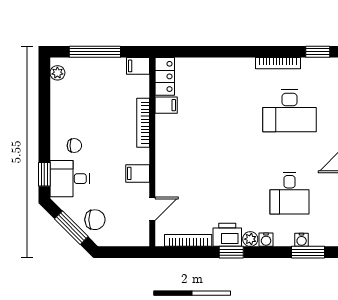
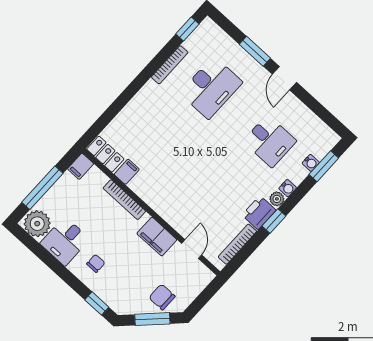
plant: (57, 73) -> (37, 224), width x1.87, depth x1.87
filing cabinet: (138, 173) -> (157, 237), width x2.00
desk: (70, 179) -> (65, 241), moved
chair: (95, 220) -> (162, 297), turned -90

